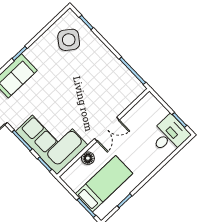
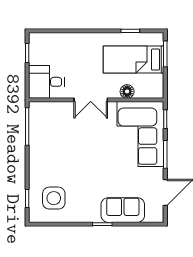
side table: (69, 40) -> (54, 198), turned -37
double door: (107, 129) -> (91, 100), swing flipped
desk: (169, 135) -> (46, 82), moved

